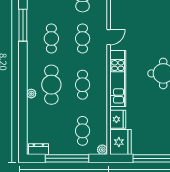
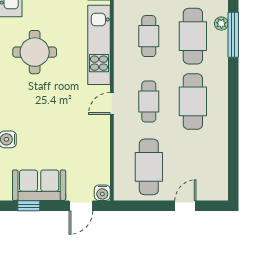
window: (23, 25) -> (233, 35), moved
cafe table: (51, 38) -> (193, 101), width x1.37, depth x1.35

